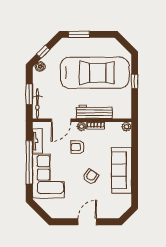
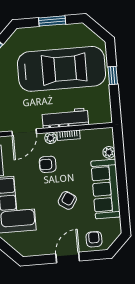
window: (79, 34) -> (52, 21), moved
plant: (127, 127) -> (109, 152), moved
armchair: (109, 209) -> (94, 239), added

